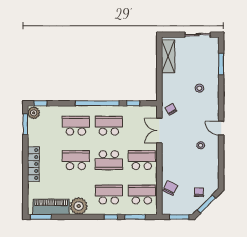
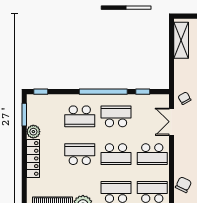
plant: (34, 113) -> (33, 132), moved
school desk: (76, 126) -> (80, 116), turned 180
school desk: (142, 160) -> (152, 154), turned 180

